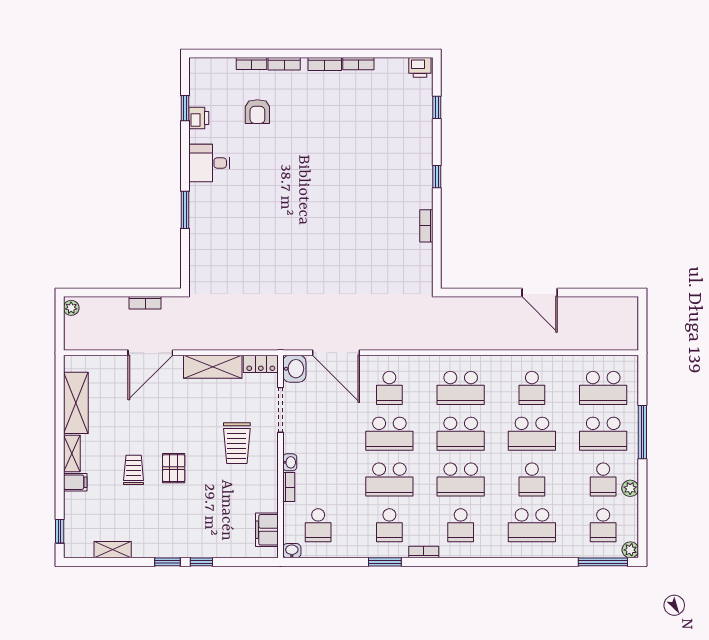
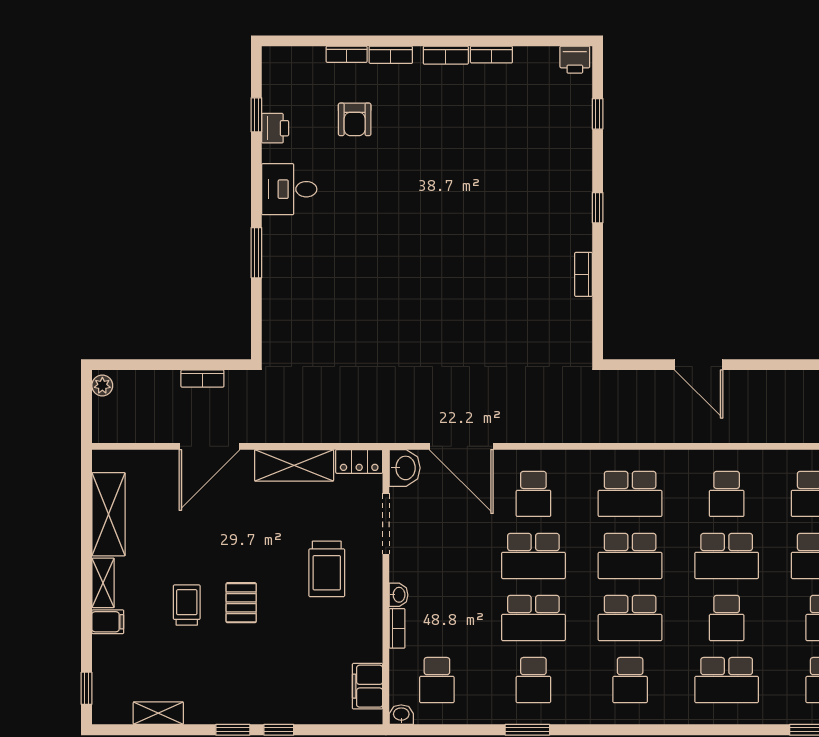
door: (540, 292) -> (699, 365), moved
bookcase: (424, 552) -> (580, 716), removed

